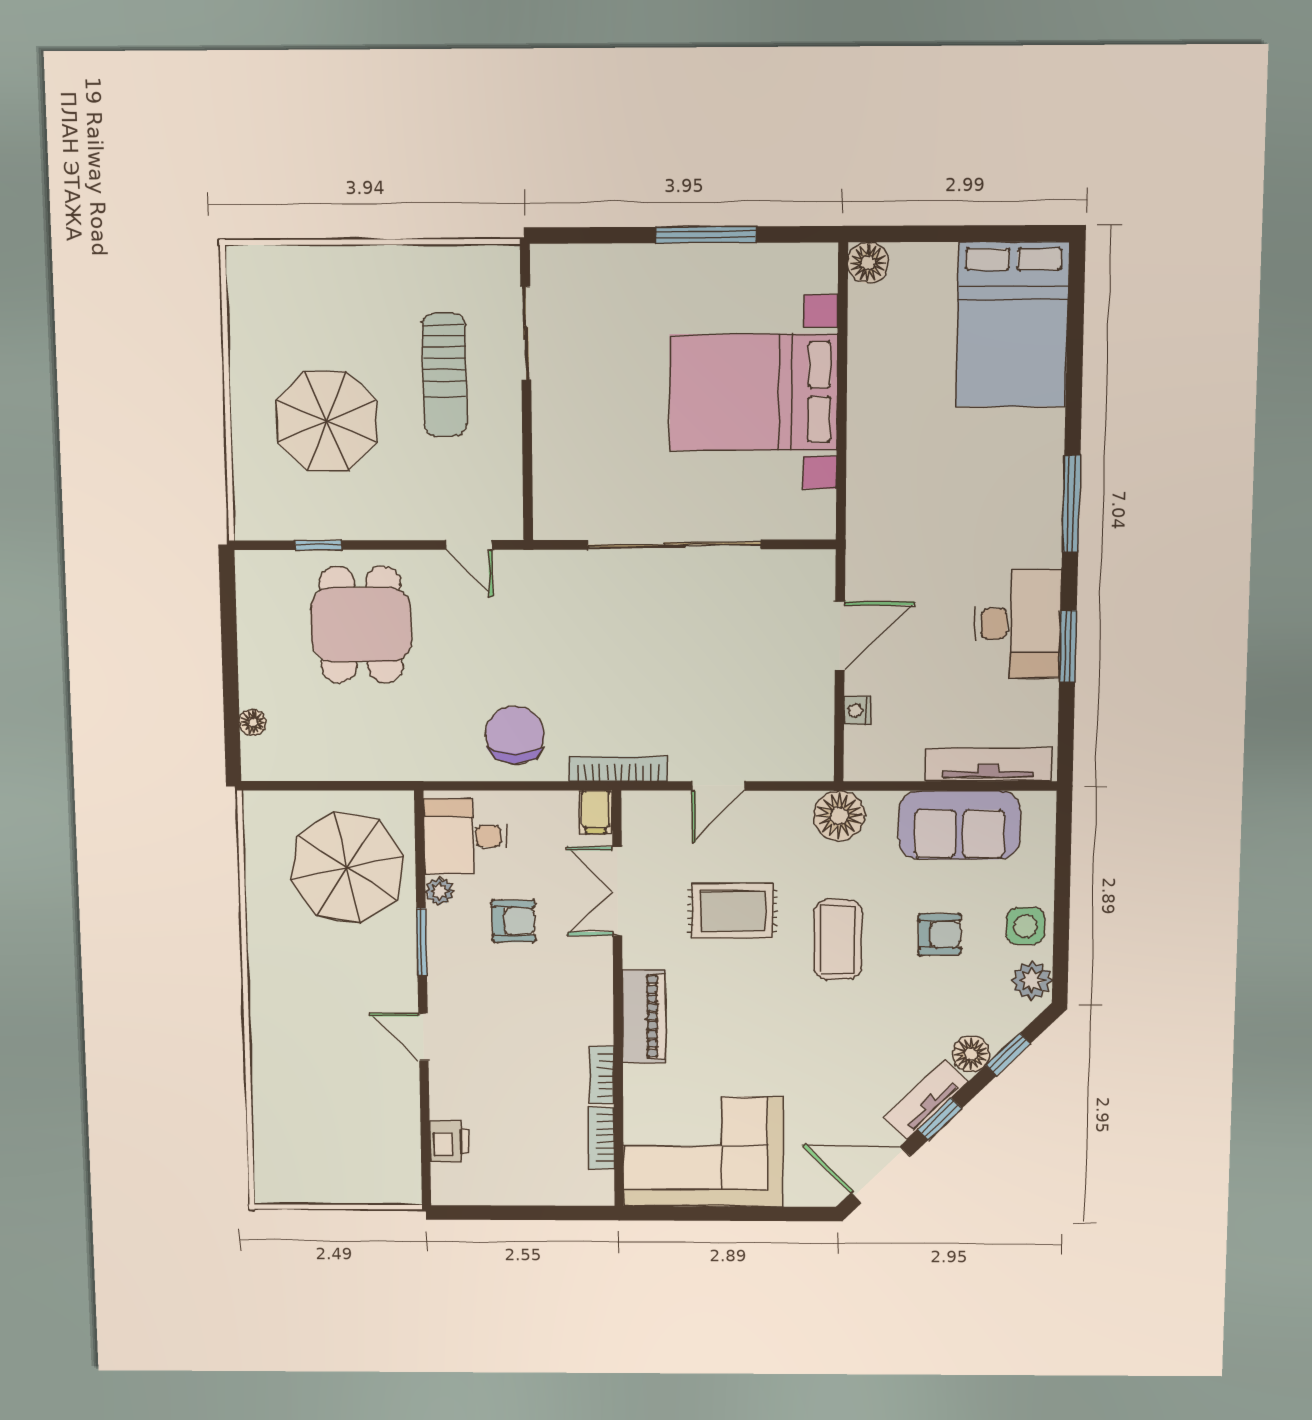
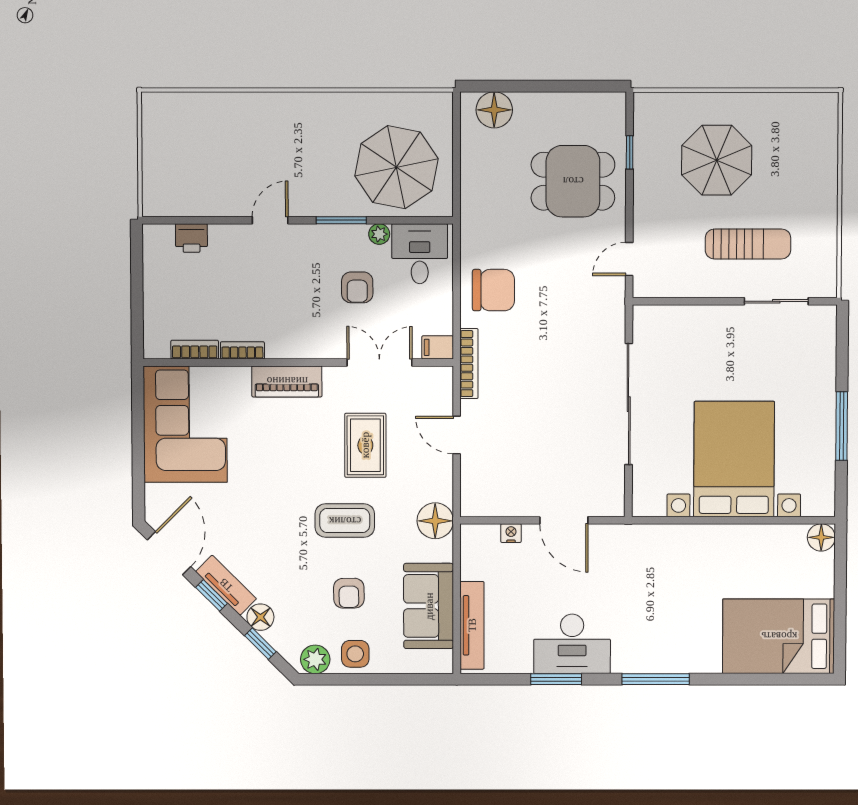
sun lounger: (445, 375) -> (748, 244), turned 180
floor lamp: (253, 722) -> (494, 110), width x1.89, depth x1.89

